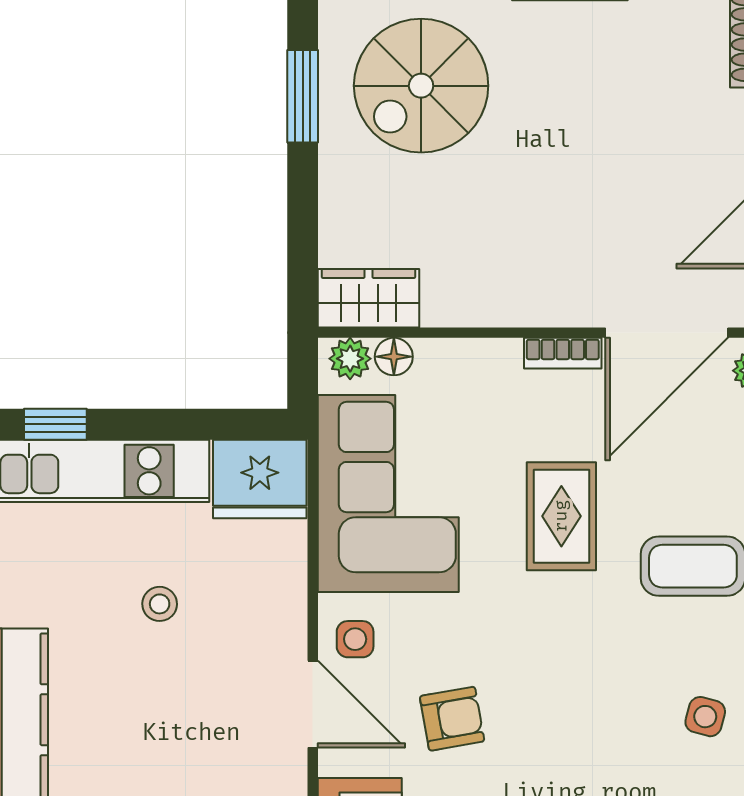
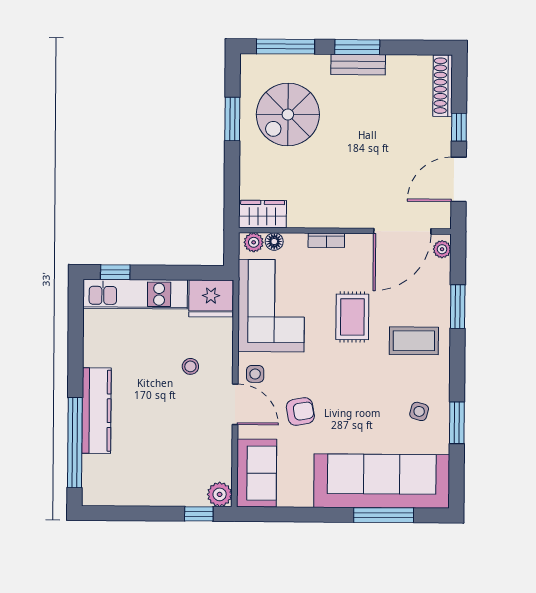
bookcase: (563, 353) -> (326, 240), moved
stool: (160, 604) -> (190, 366), moved

